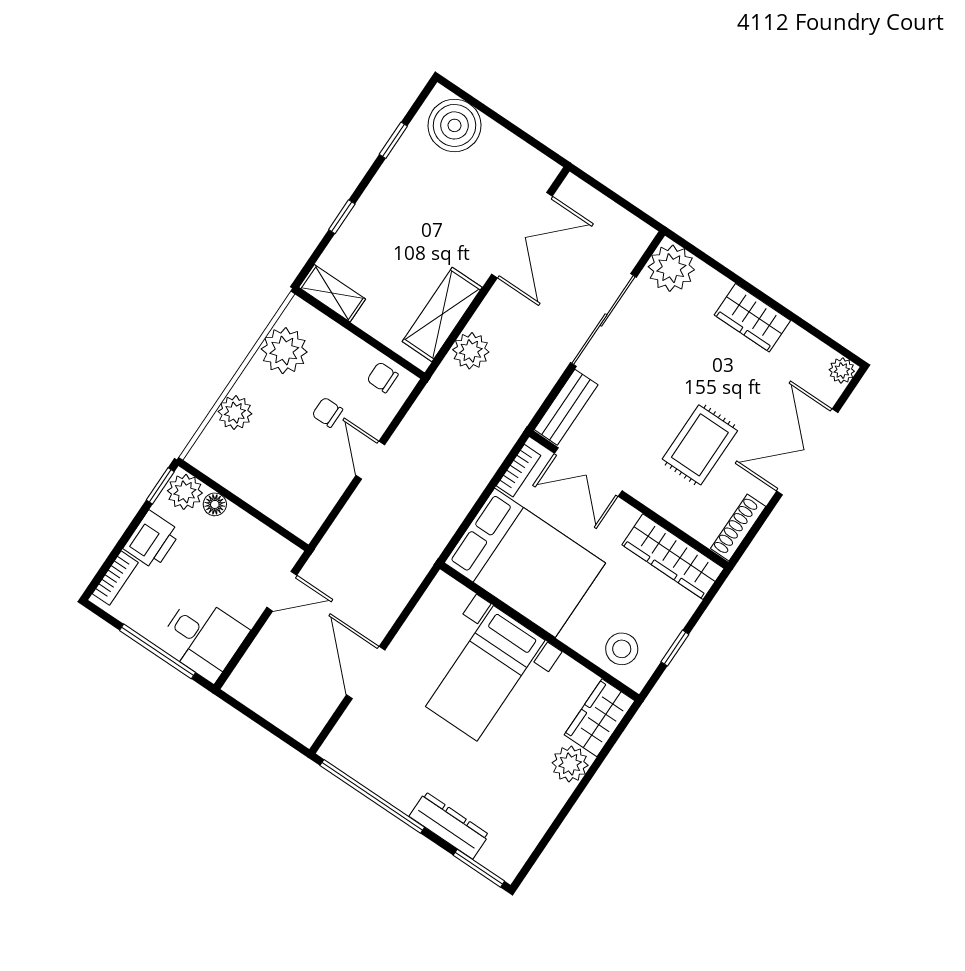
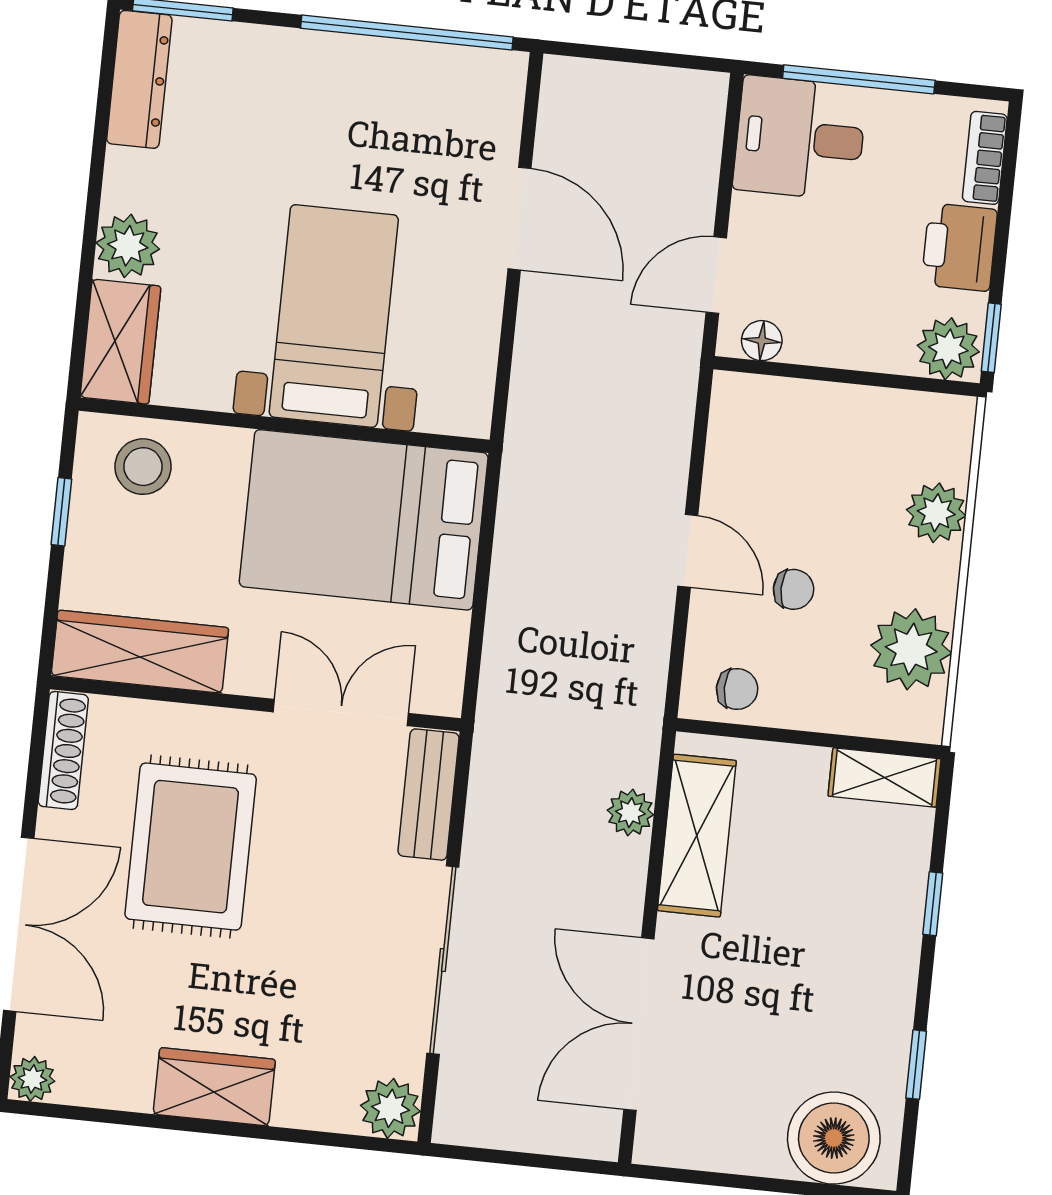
plant: (671, 268) -> (390, 1108), width x0.73, depth x0.73
plant: (471, 351) -> (630, 813), width x0.73, depth x0.73
rug: (700, 445) -> (191, 847), width x1.36, depth x1.43
bookcase: (519, 471) -> (450, 657), removed
floor lamp: (215, 504) -> (762, 341), moved
dresser: (449, 825) -> (139, 79), moved, turned -90

